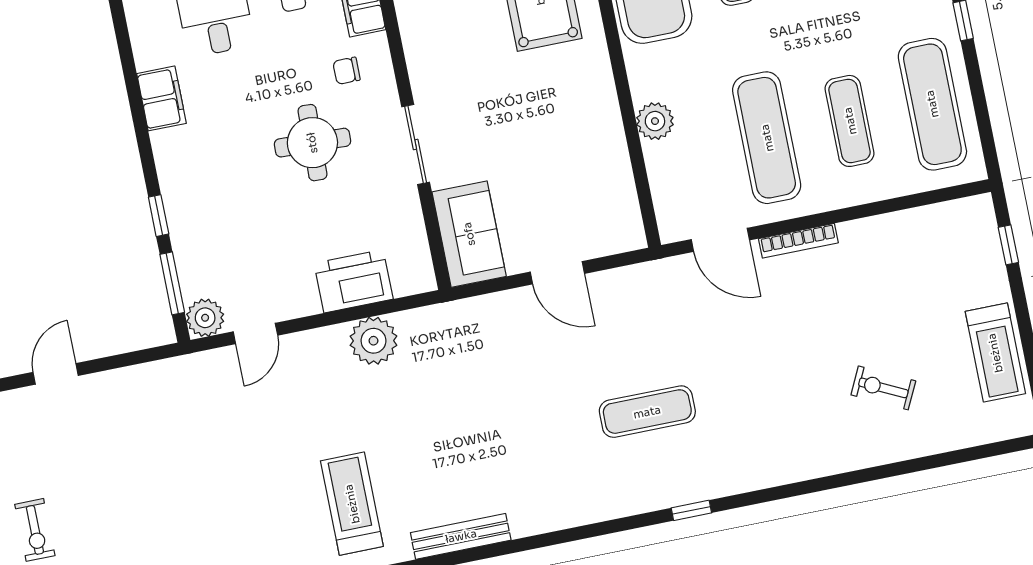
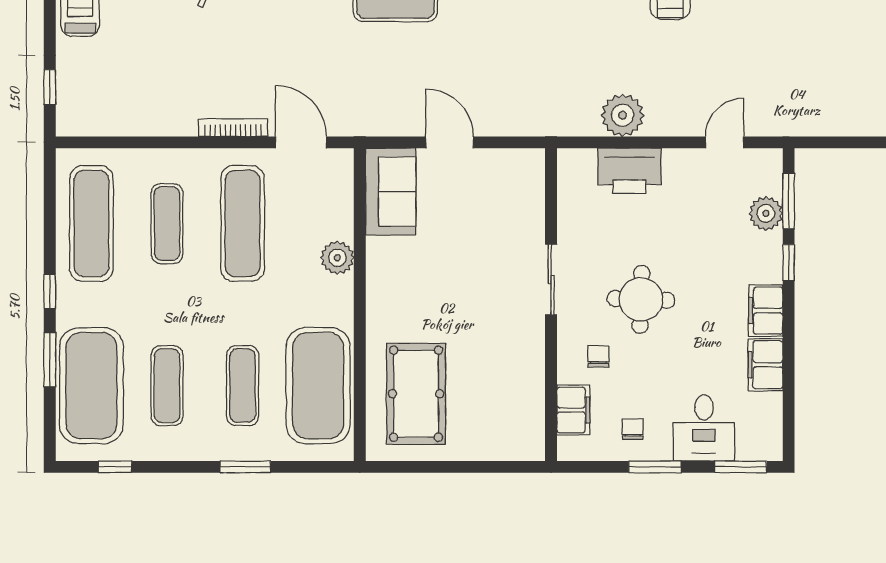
chair: (347, 71) -> (598, 356), turned -90
filing cabinet: (173, 158) -> (766, 311), added
sofa: (469, 234) -> (391, 192), moved, turned 180
plant: (205, 318) -> (766, 213), moved

